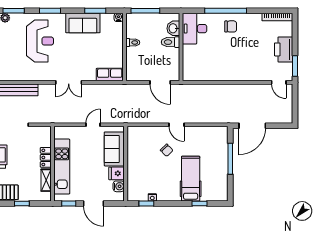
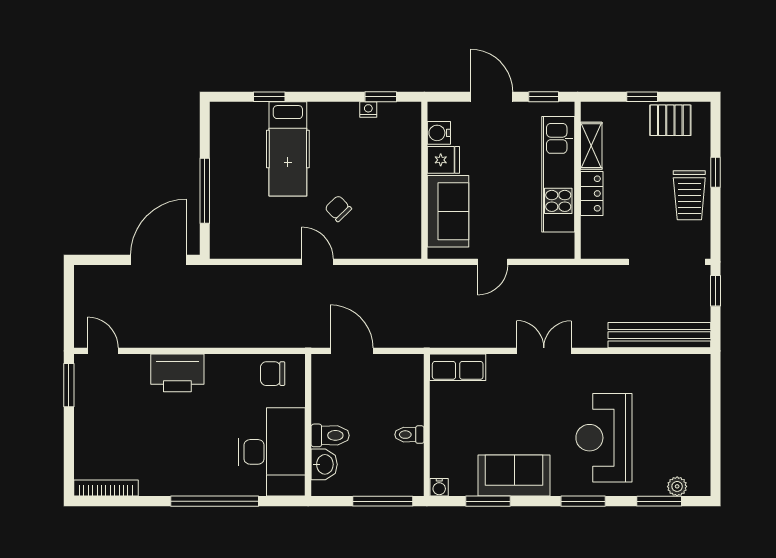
chair: (231, 26) -> (273, 374), moved
desk: (195, 29) -> (272, 452), width x1.36, depth x1.30
printer: (284, 49) -> (177, 373), moved, turned 90

